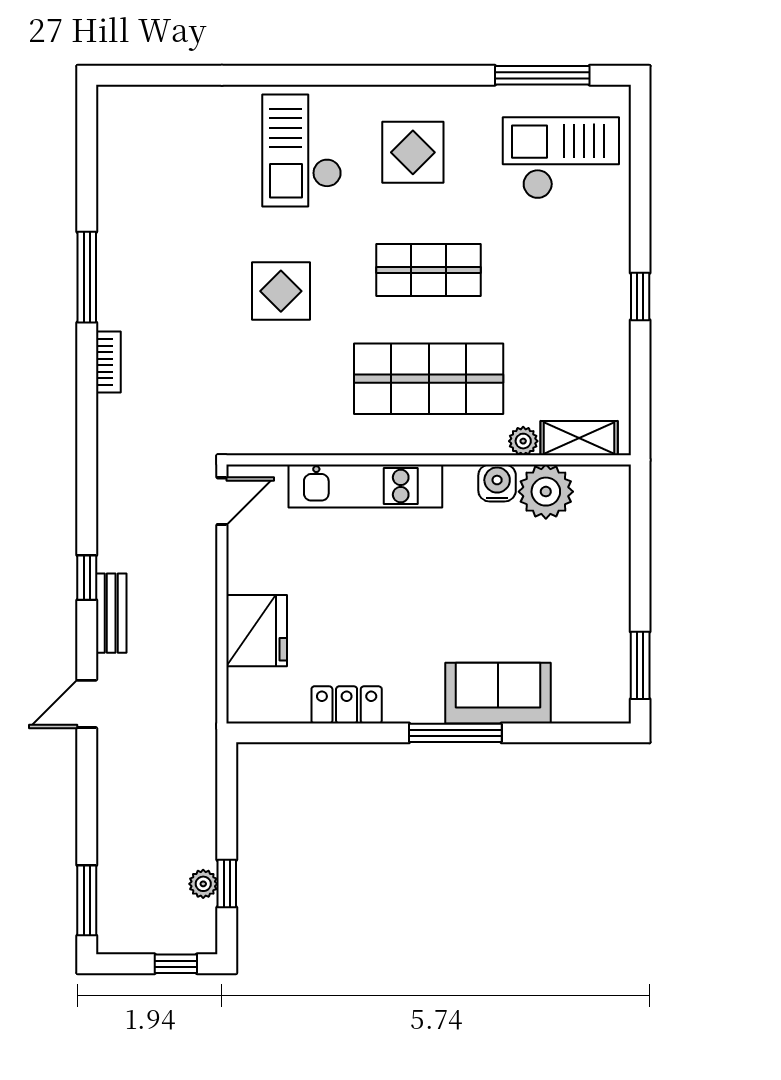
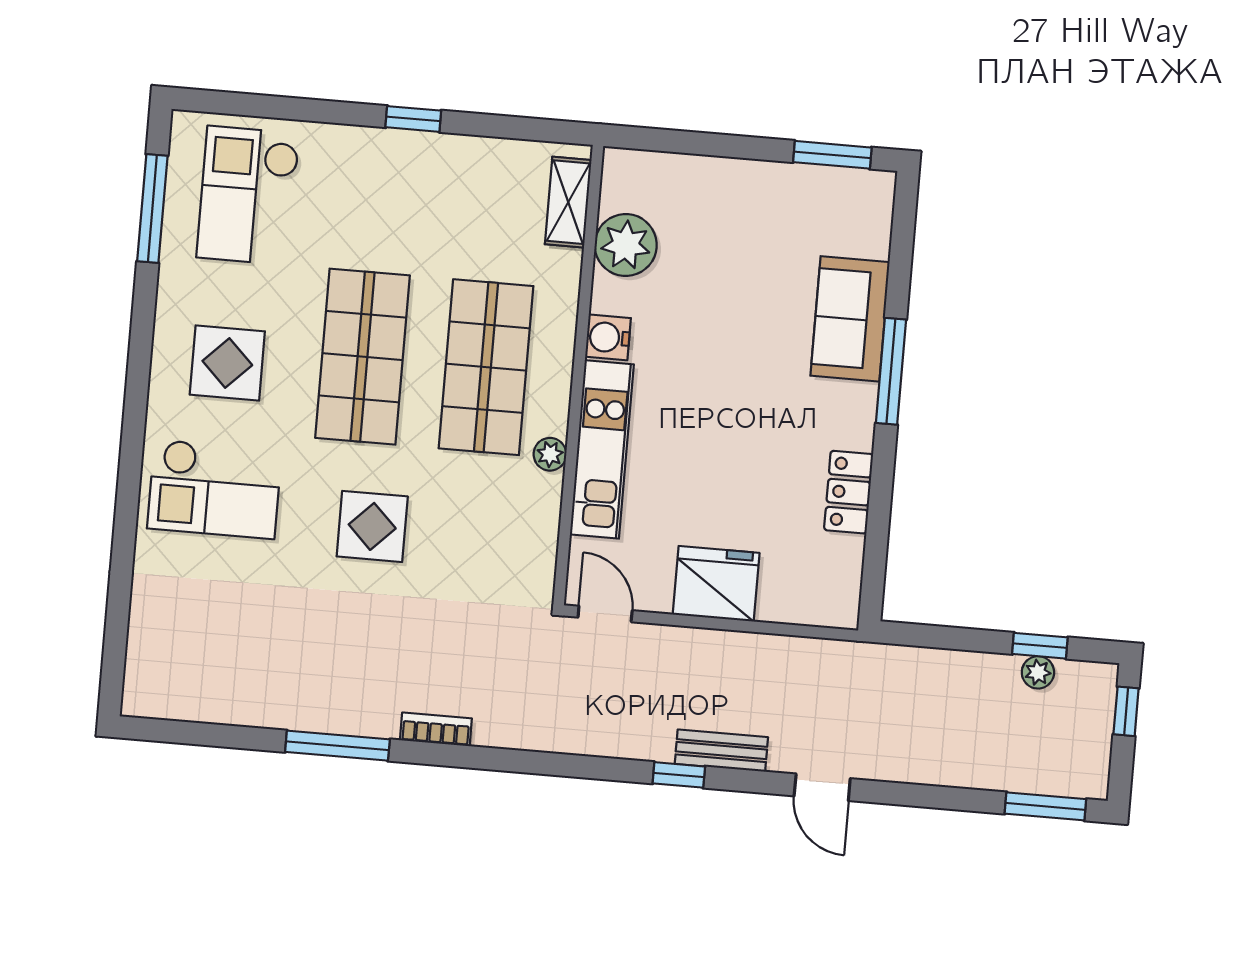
shop shelf: (429, 270) -> (363, 357), width x1.43, depth x1.36
plant: (523, 441) -> (550, 454), moved
water cooler: (497, 483) -> (608, 337), moved
fridge: (257, 631) -> (716, 584), moved

